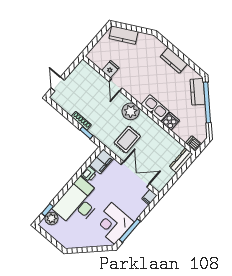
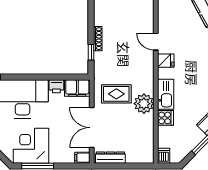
fridge: (110, 69) -> (166, 61), moved
door: (116, 85) -> (156, 42), hinge flipped
plant: (131, 111) -> (144, 104), moved
dresser: (181, 160) -> (110, 158), moved
double door: (135, 174) -> (92, 128), swing flipped

